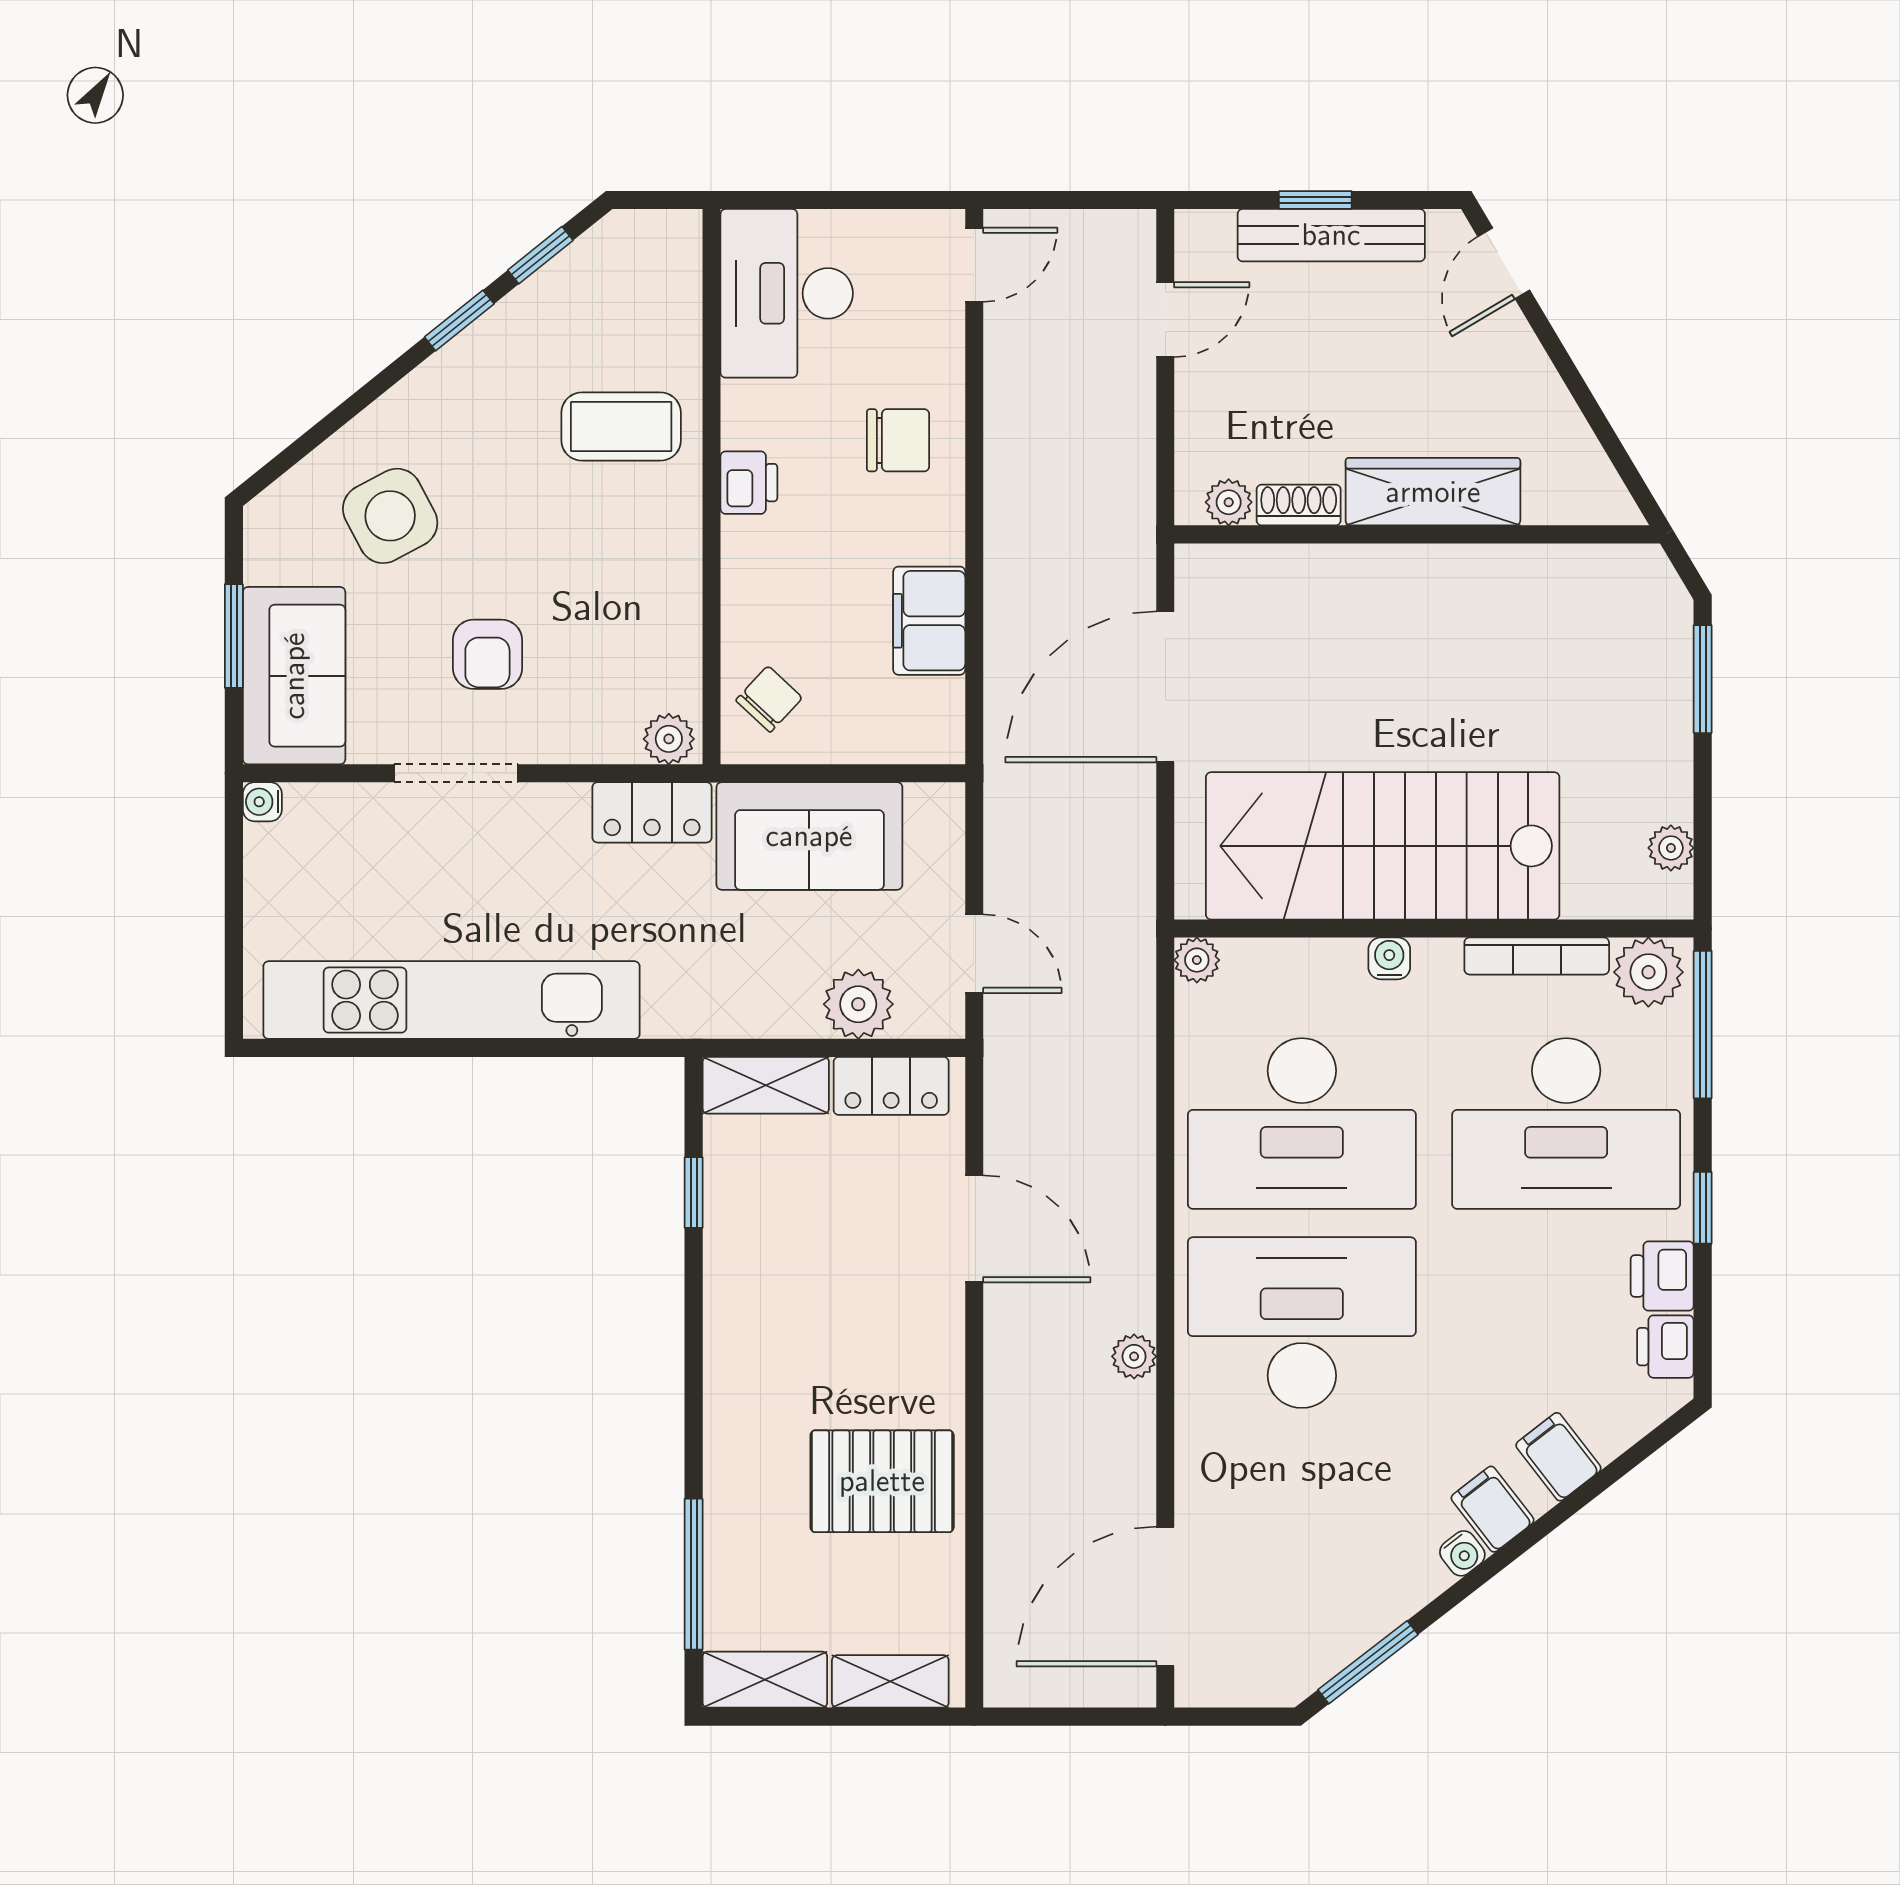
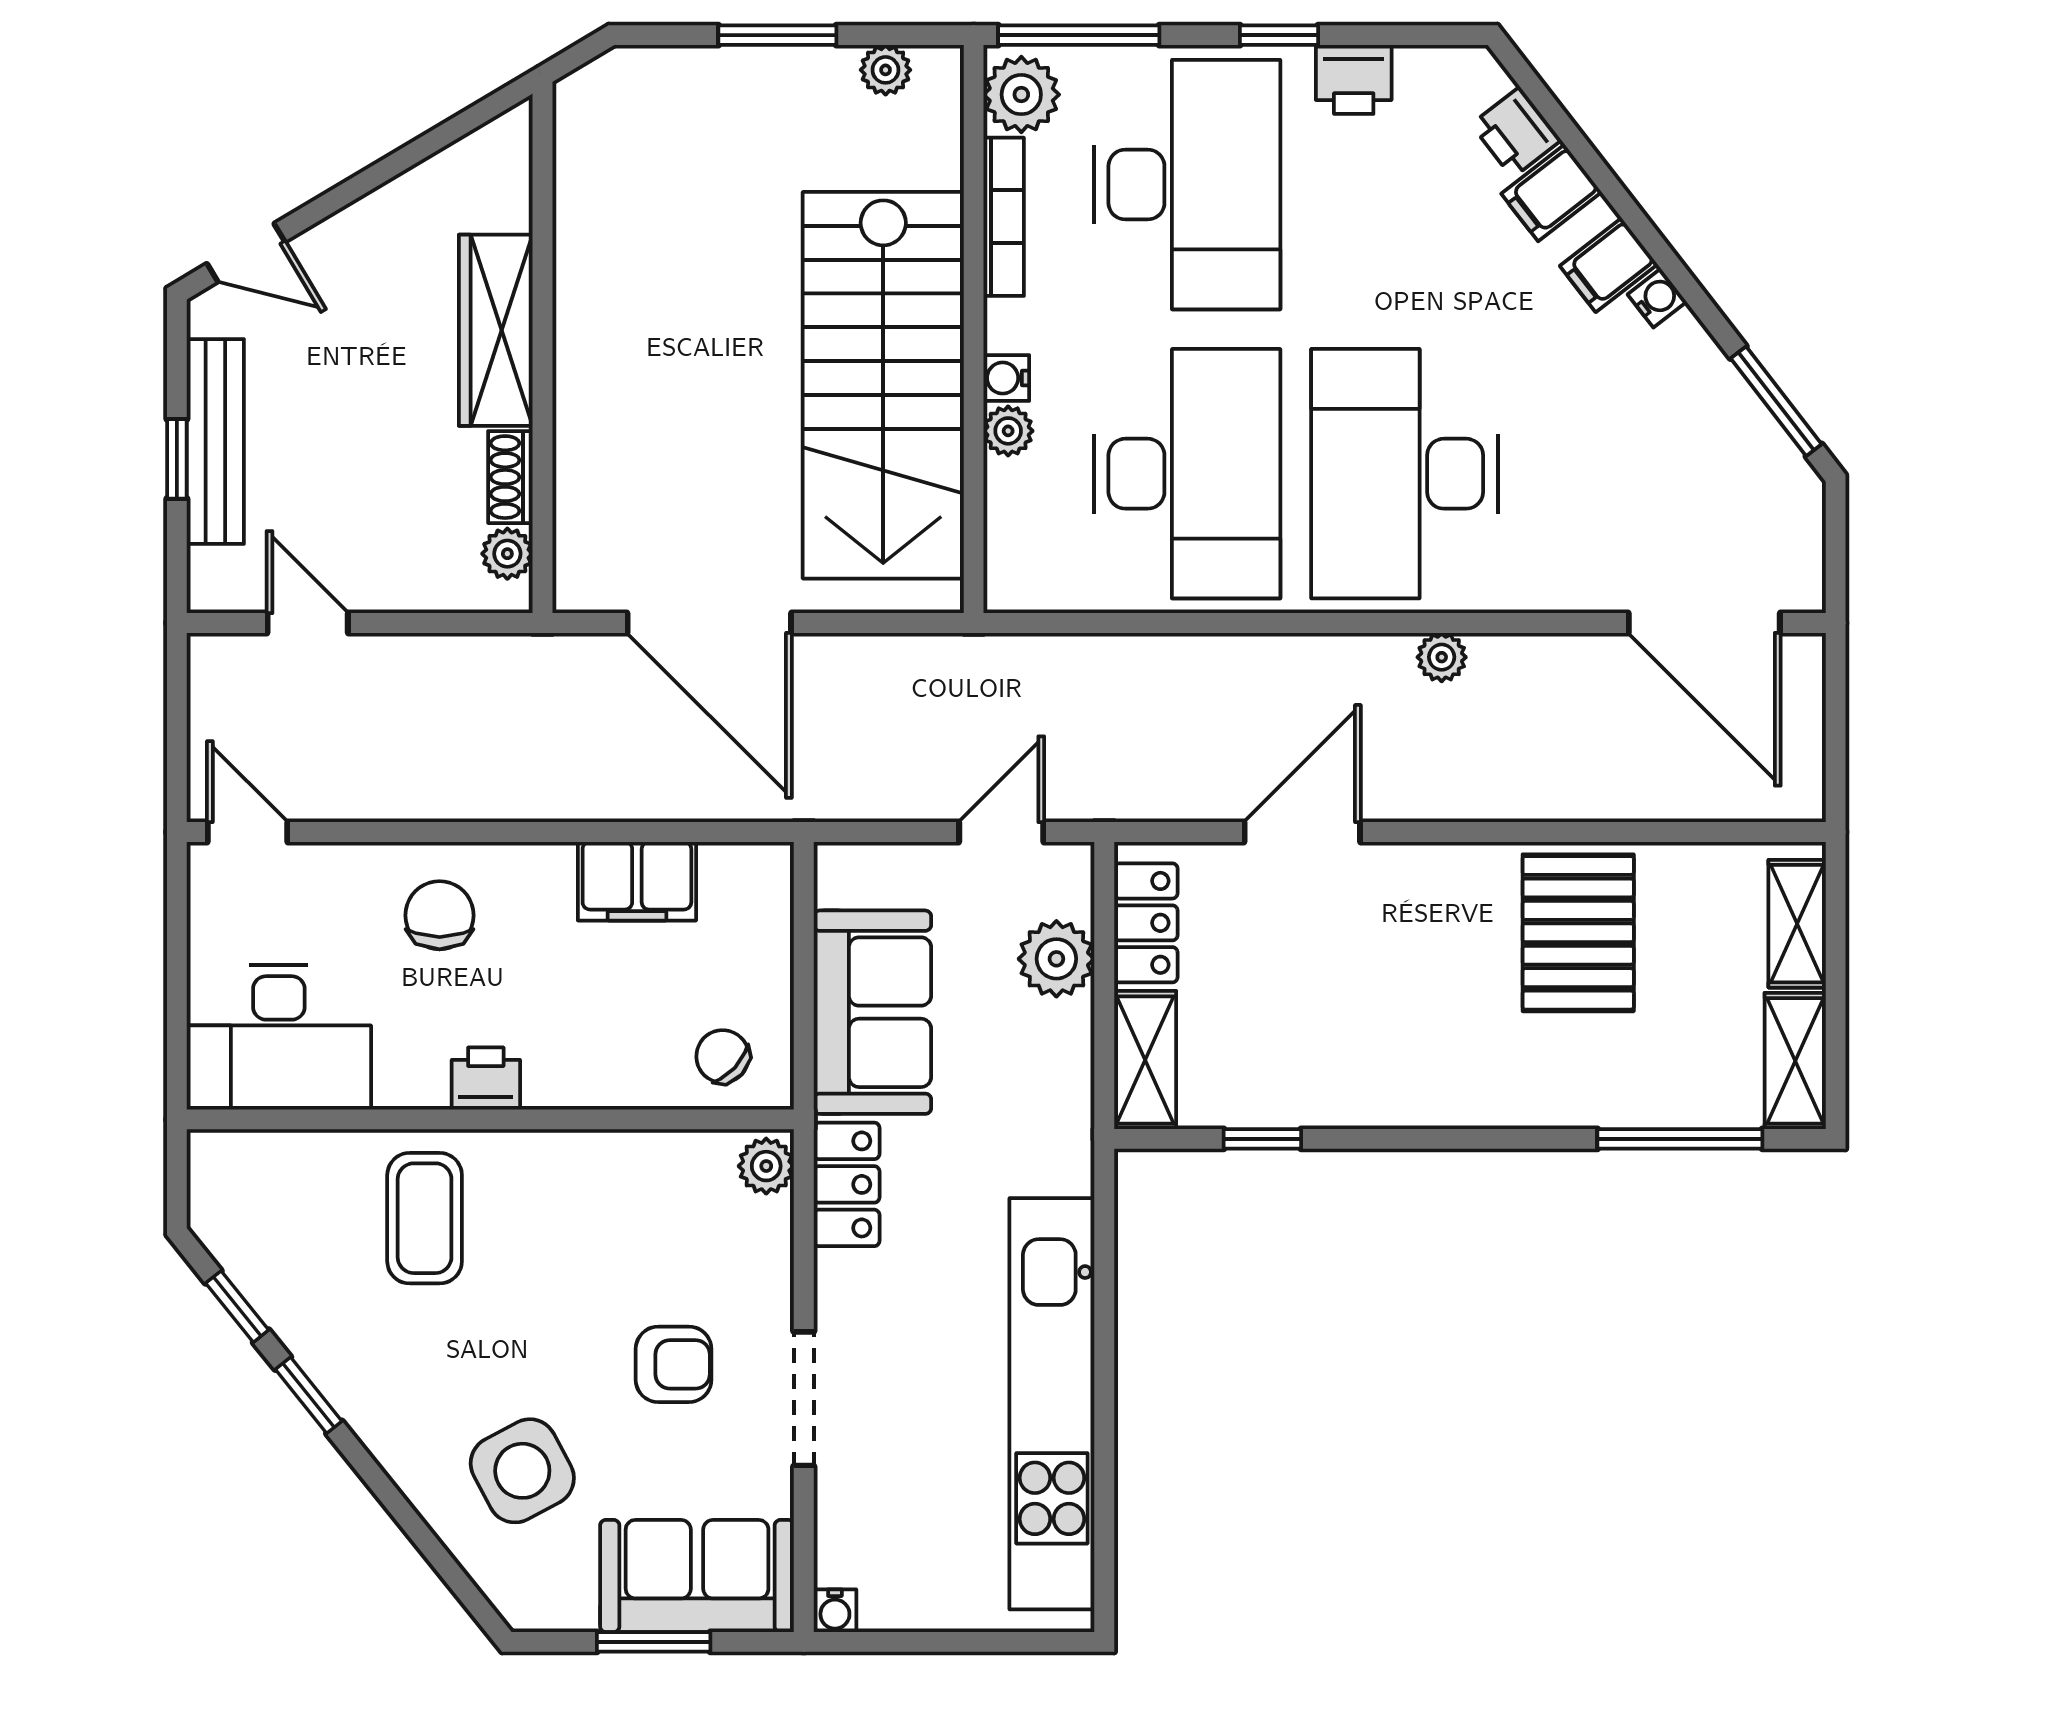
window: (1703, 679) -> (777, 35), moved
plant: (1197, 960) -> (1008, 431), moved
printer: (1665, 1347) -> (1516, 132), moved, turned 52

